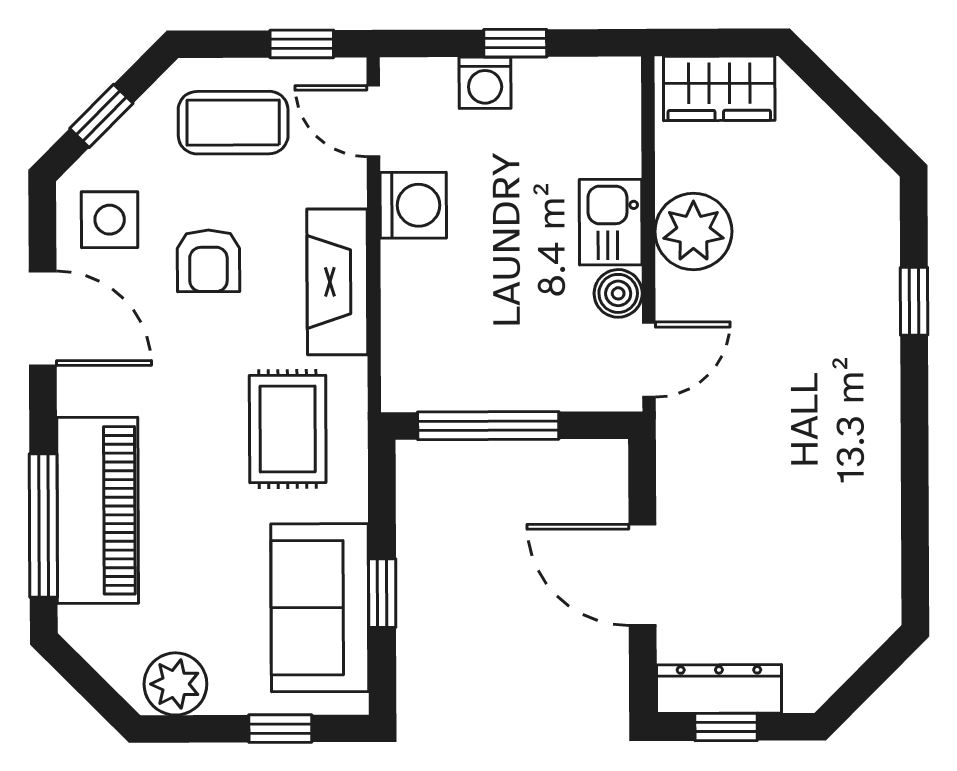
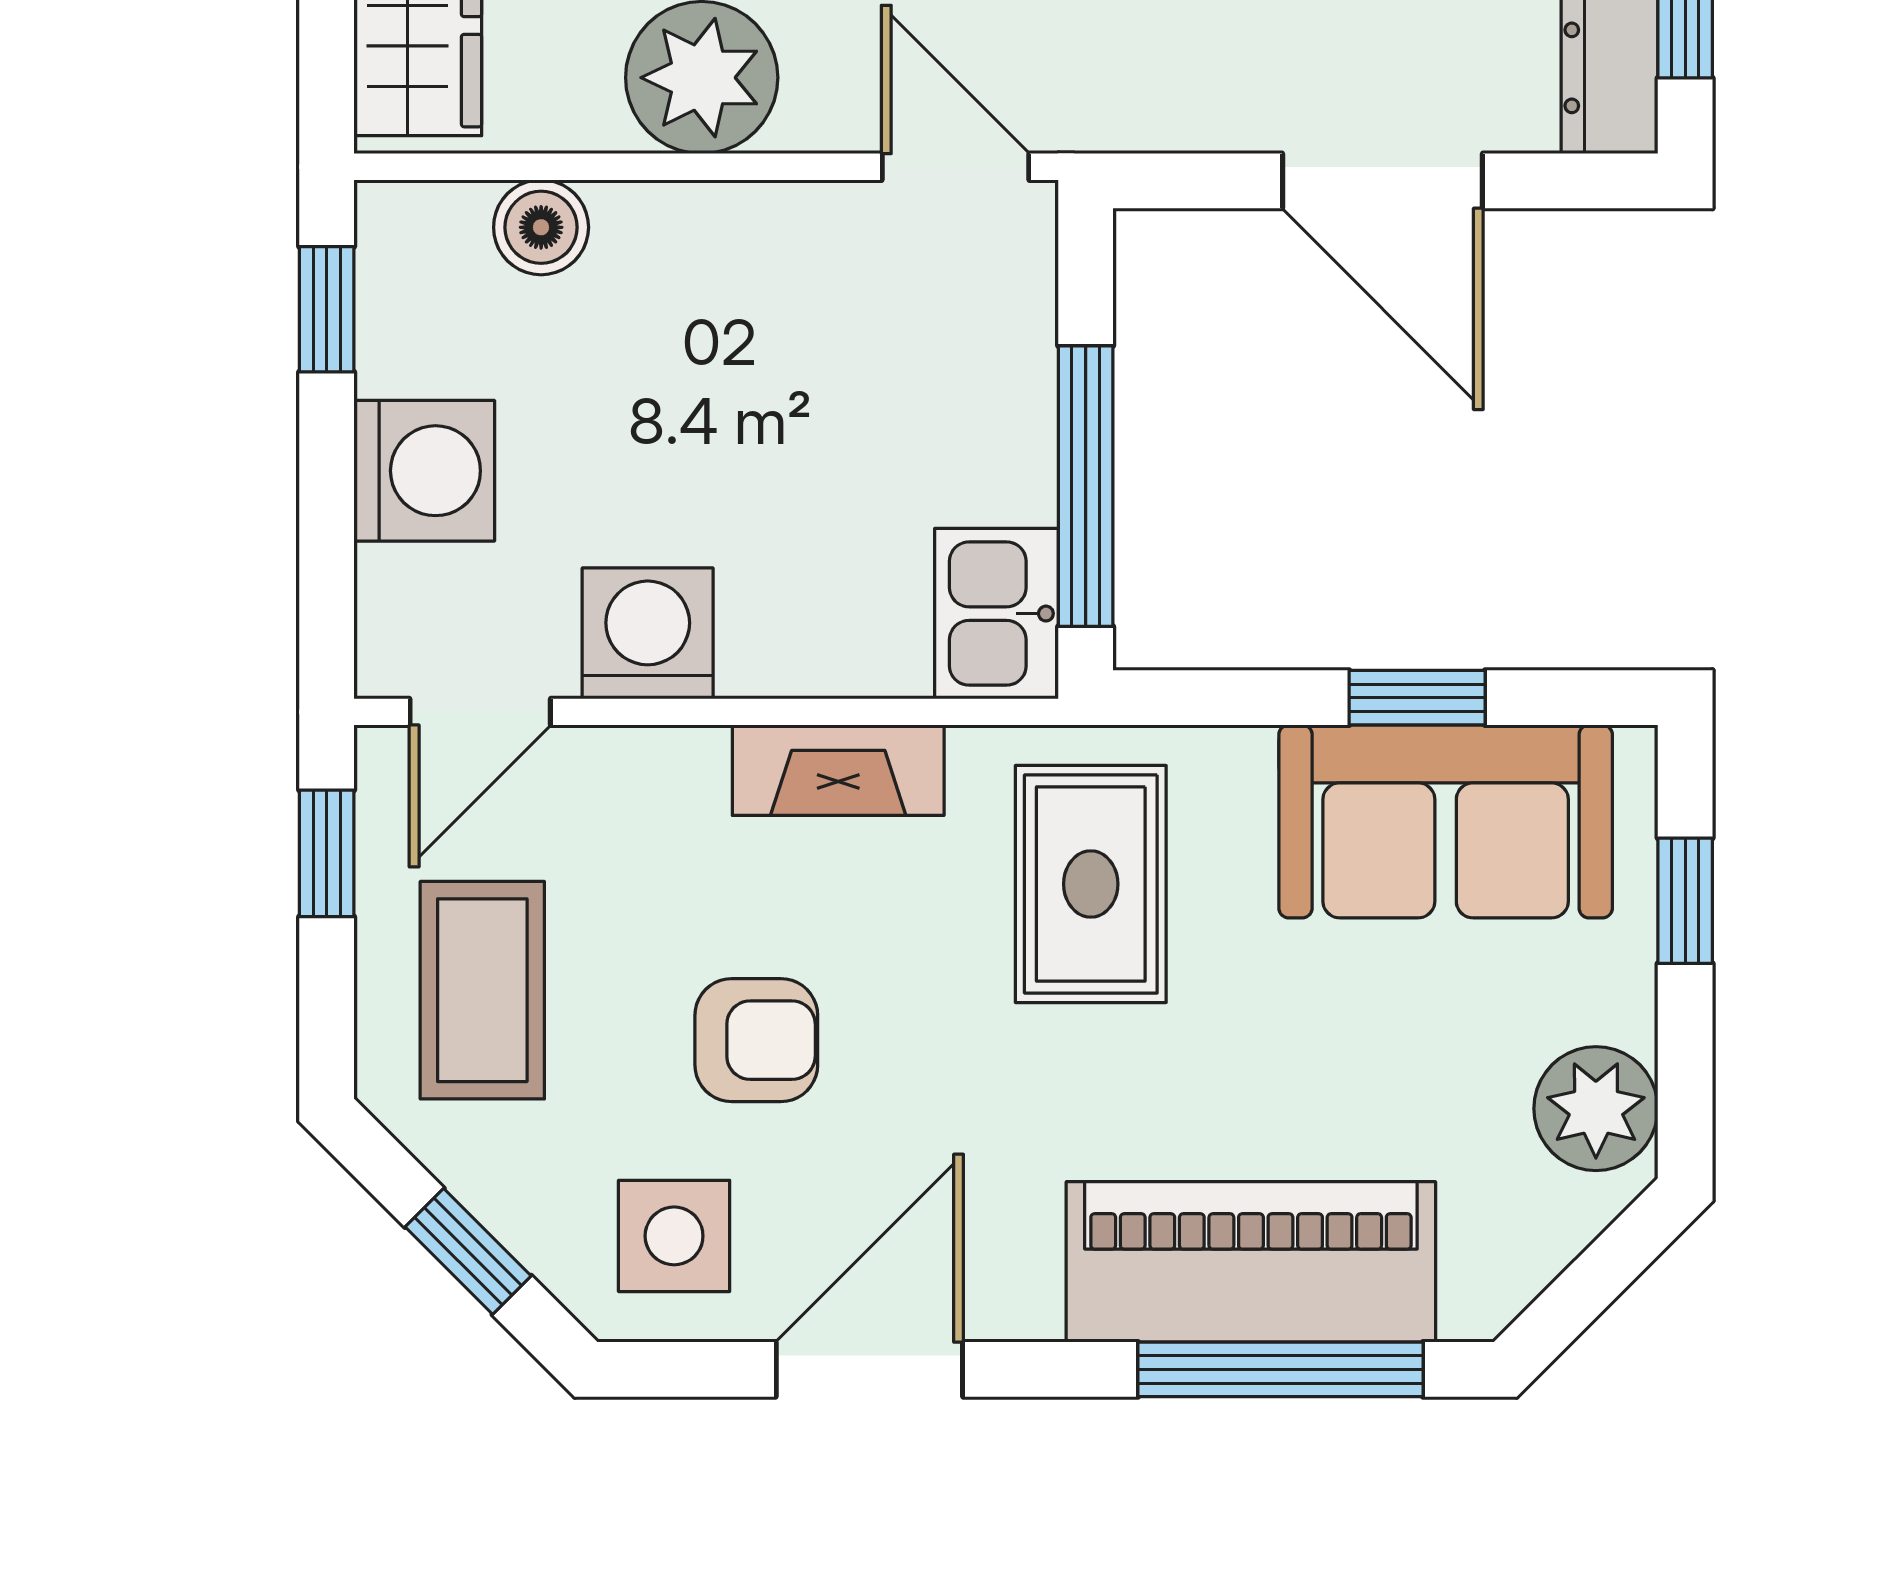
window: (515, 43) -> (327, 309), moved
washing machine: (485, 83) -> (424, 471), width x1.38, depth x1.38
kitchen sink: (611, 222) -> (996, 614), moved, turned 90
fireplace: (337, 282) -> (838, 770), width x0.73, depth x0.76
boiler: (618, 293) -> (541, 227), moved
rug: (288, 429) -> (1091, 884), turned 90
door: (643, 575) -> (1383, 181), hinge flipped

